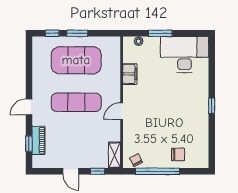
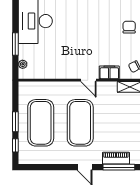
filing cabinet: (130, 74) -> (109, 72), moved
exercise mat: (76, 102) -> (80, 123), width x1.47
window: (29, 144) -> (119, 167), width x2.17

